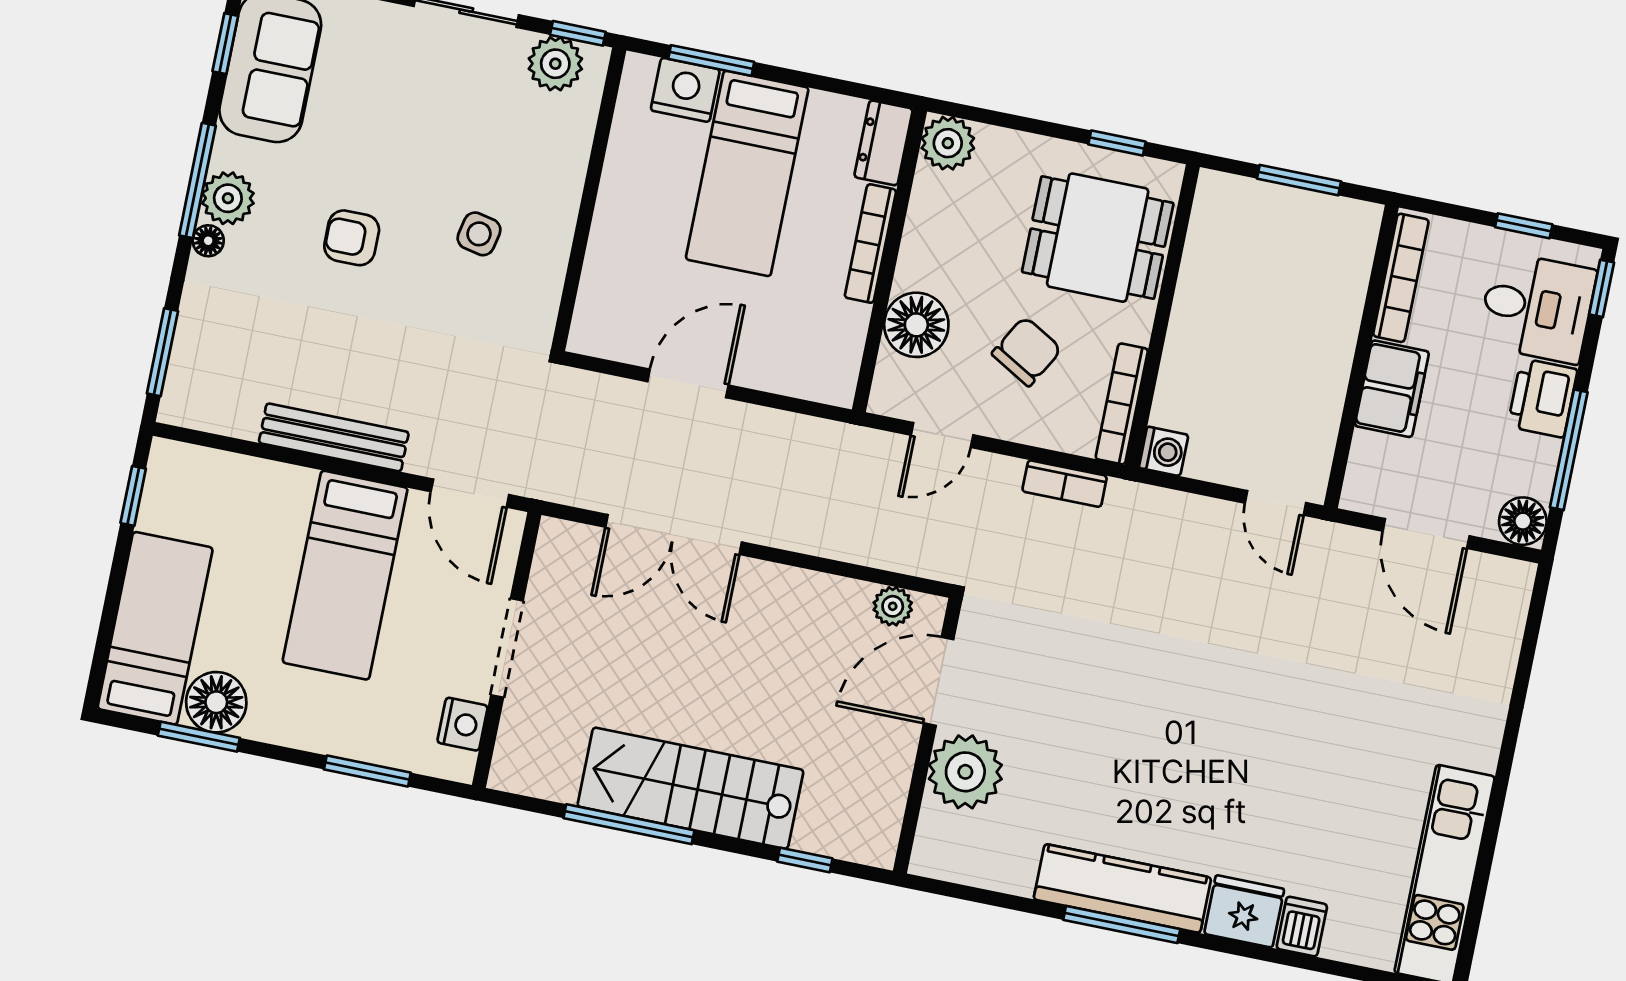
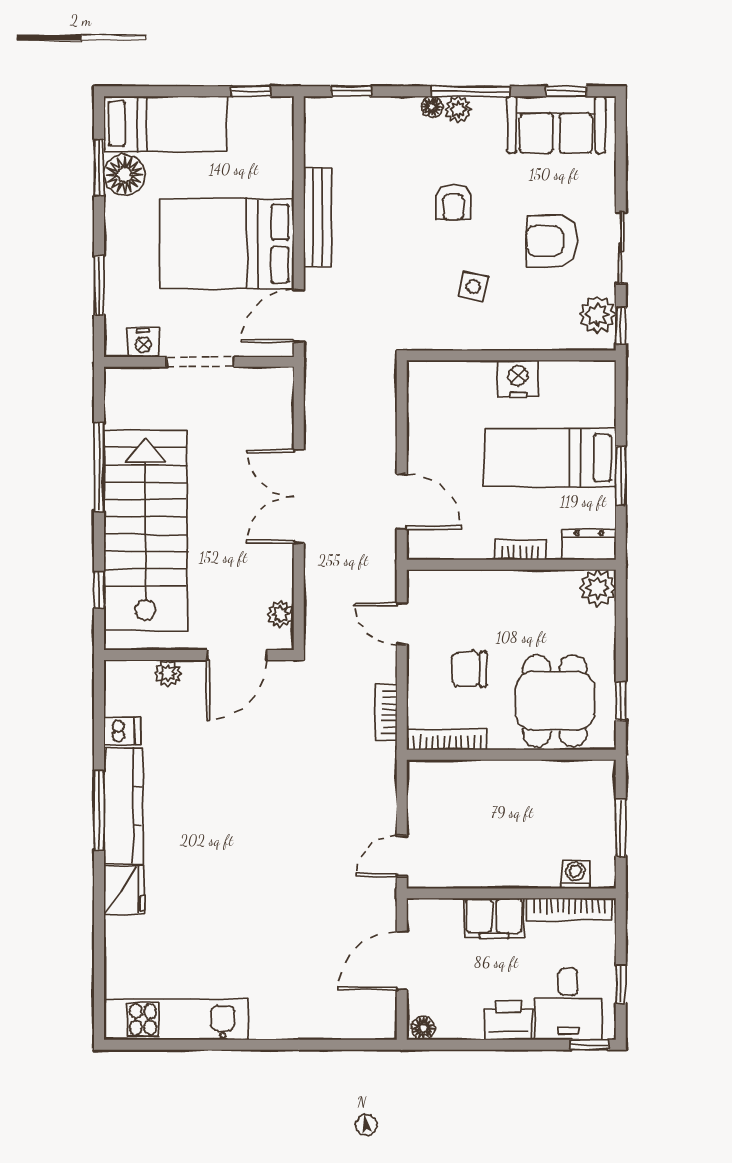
window: (711, 60) -> (621, 476), moved
nightstand: (685, 90) -> (518, 379), moved, turned -90
armchair: (436, 108) -> (552, 241), added
plant: (228, 198) -> (458, 109), width x0.73, depth x0.73
armchair: (352, 238) -> (453, 202), turned 180
bookcase: (870, 244) -> (520, 550), width x0.64
floor lamp: (916, 325) -> (472, 592), removed
chair: (1027, 351) -> (469, 669), turned 150
window: (162, 352) -> (351, 91), width x0.67
door: (688, 383) -> (402, 501), moved
window: (1569, 450) -> (477, 1045), removed
washing machine: (1164, 451) -> (575, 874), moved, turned 180
floor lamp: (1523, 521) -> (423, 1028), width x0.73, depth x0.73
double door: (674, 535) -> (299, 496), moved
bed: (345, 575) -> (227, 244), width x1.50
door: (939, 681) -> (237, 655), swing flipped
plant: (965, 772) -> (168, 673), width x0.53, depth x0.53
stairs: (690, 788) -> (145, 530), width x1.36, depth x1.51
dishwasher: (1302, 927) -> (122, 731), moved

